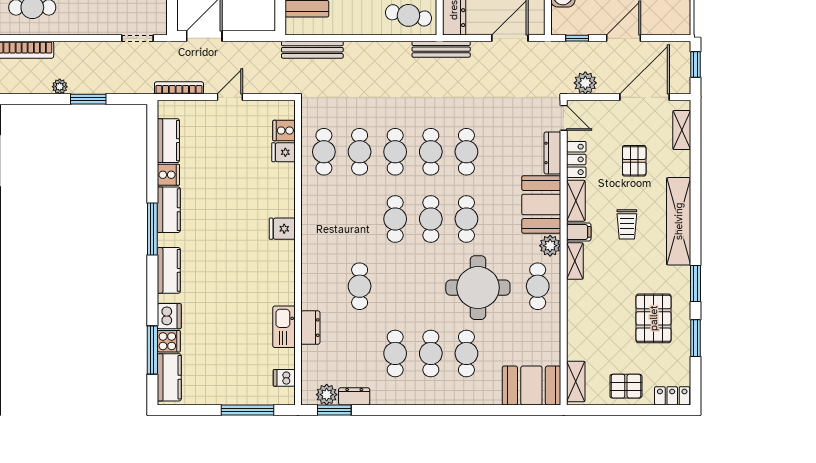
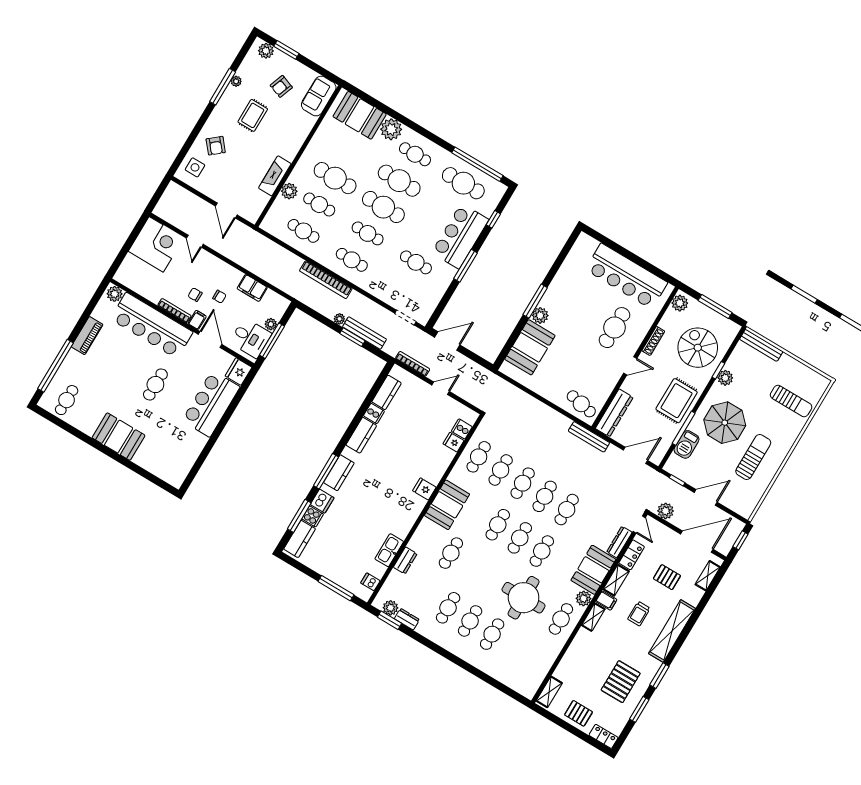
bench: (312, 50) -> (364, 333), moved
pallet: (634, 161) -> (667, 577), turned 90
window: (152, 229) -> (326, 471), moved
booth: (531, 386) -> (447, 505), moved, turned 90

